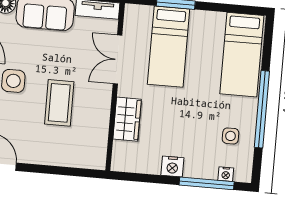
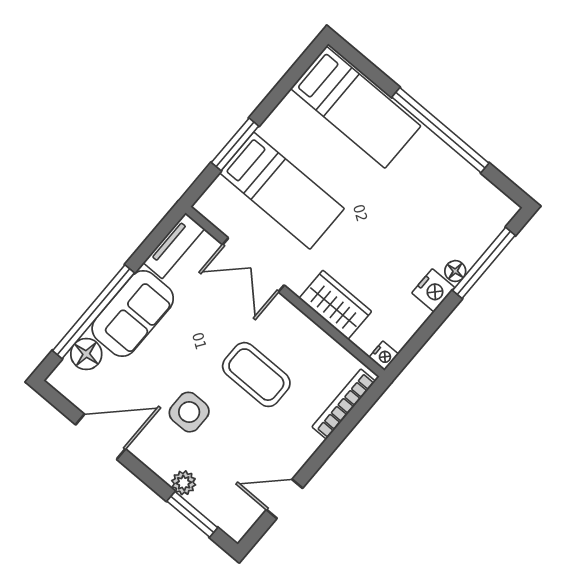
side table: (231, 136) -> (446, 192), removed
bookcase: (77, 161) -> (344, 404), added
floor lamp: (191, 171) -> (455, 271), added
nightstand: (226, 174) -> (384, 356), moved

